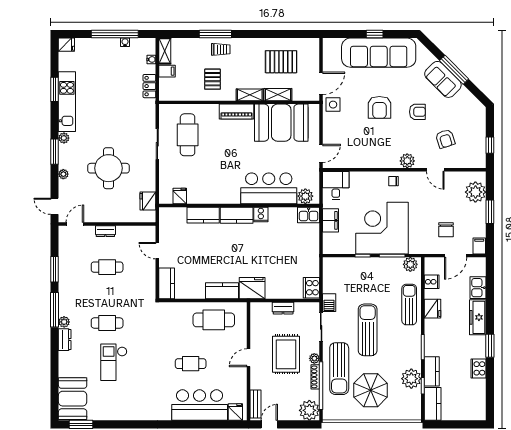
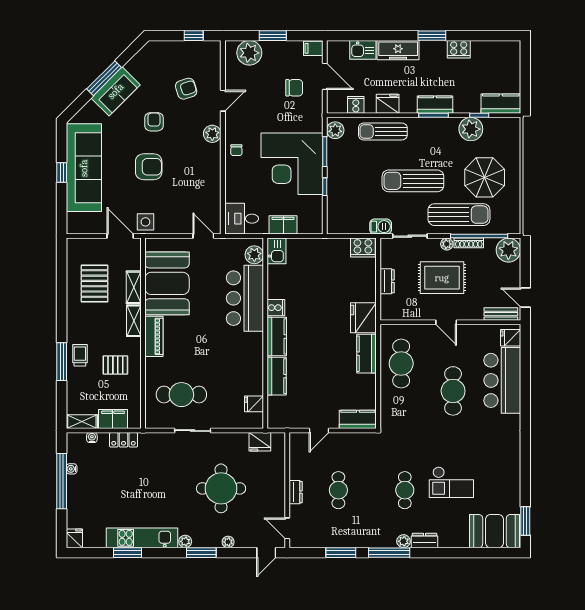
filing cabinet: (167, 71) -> (113, 419), width x2.00
cafe table: (191, 364) -> (453, 391), width x1.37, depth x1.35
kitchen counter: (432, 371) -> (435, 105), moved

